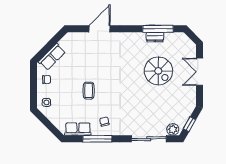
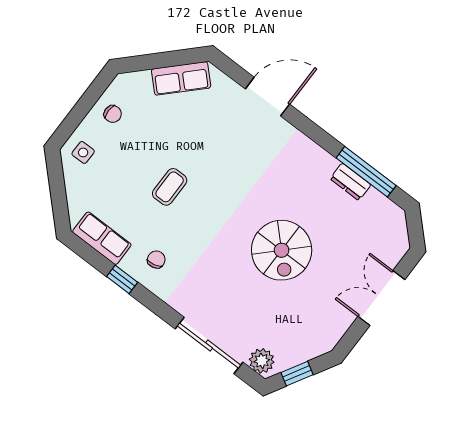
row of seats: (52, 57) -> (181, 78), moved
spiral stairs: (158, 71) -> (282, 250), moved
window: (97, 139) -> (122, 279), width x0.46

